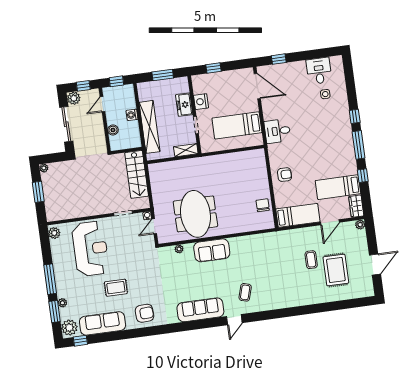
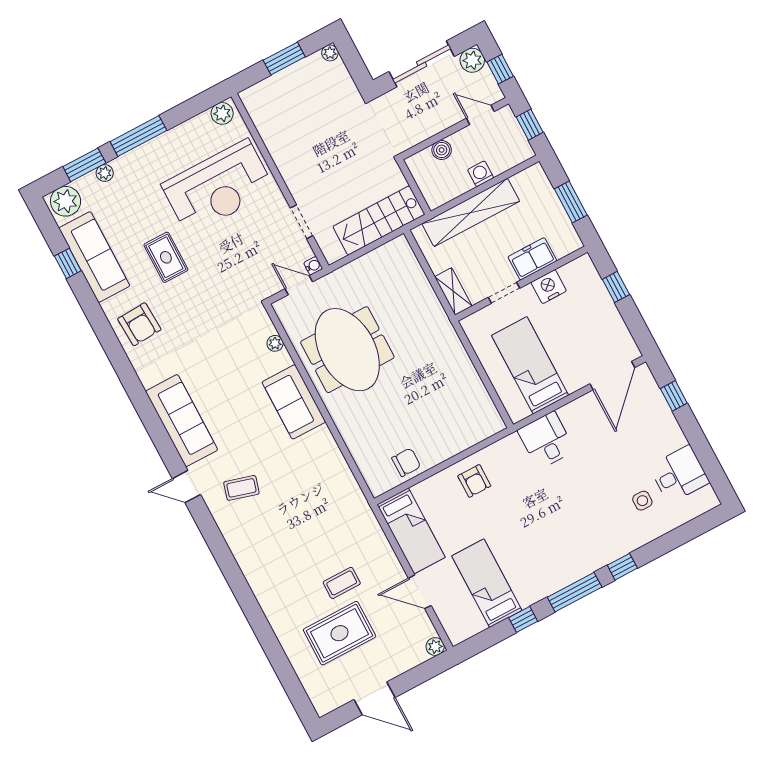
wardrobe: (356, 206) -> (465, 628), removed
meeting table: (195, 214) -> (347, 350), turned 90
window: (80, 341) -> (68, 263), moved

